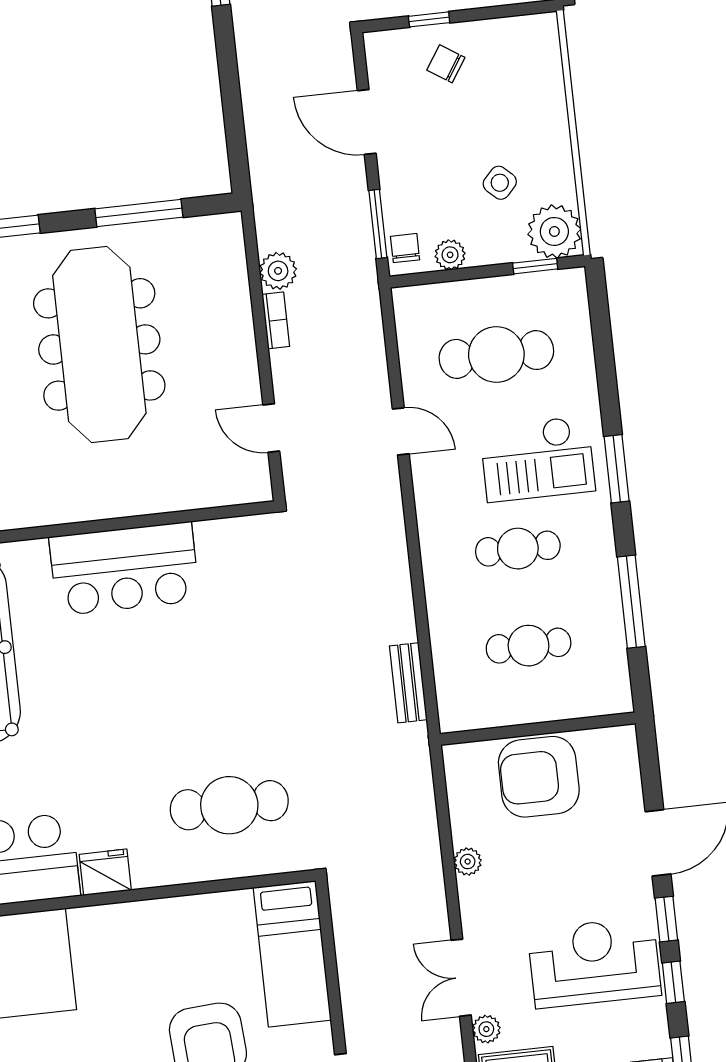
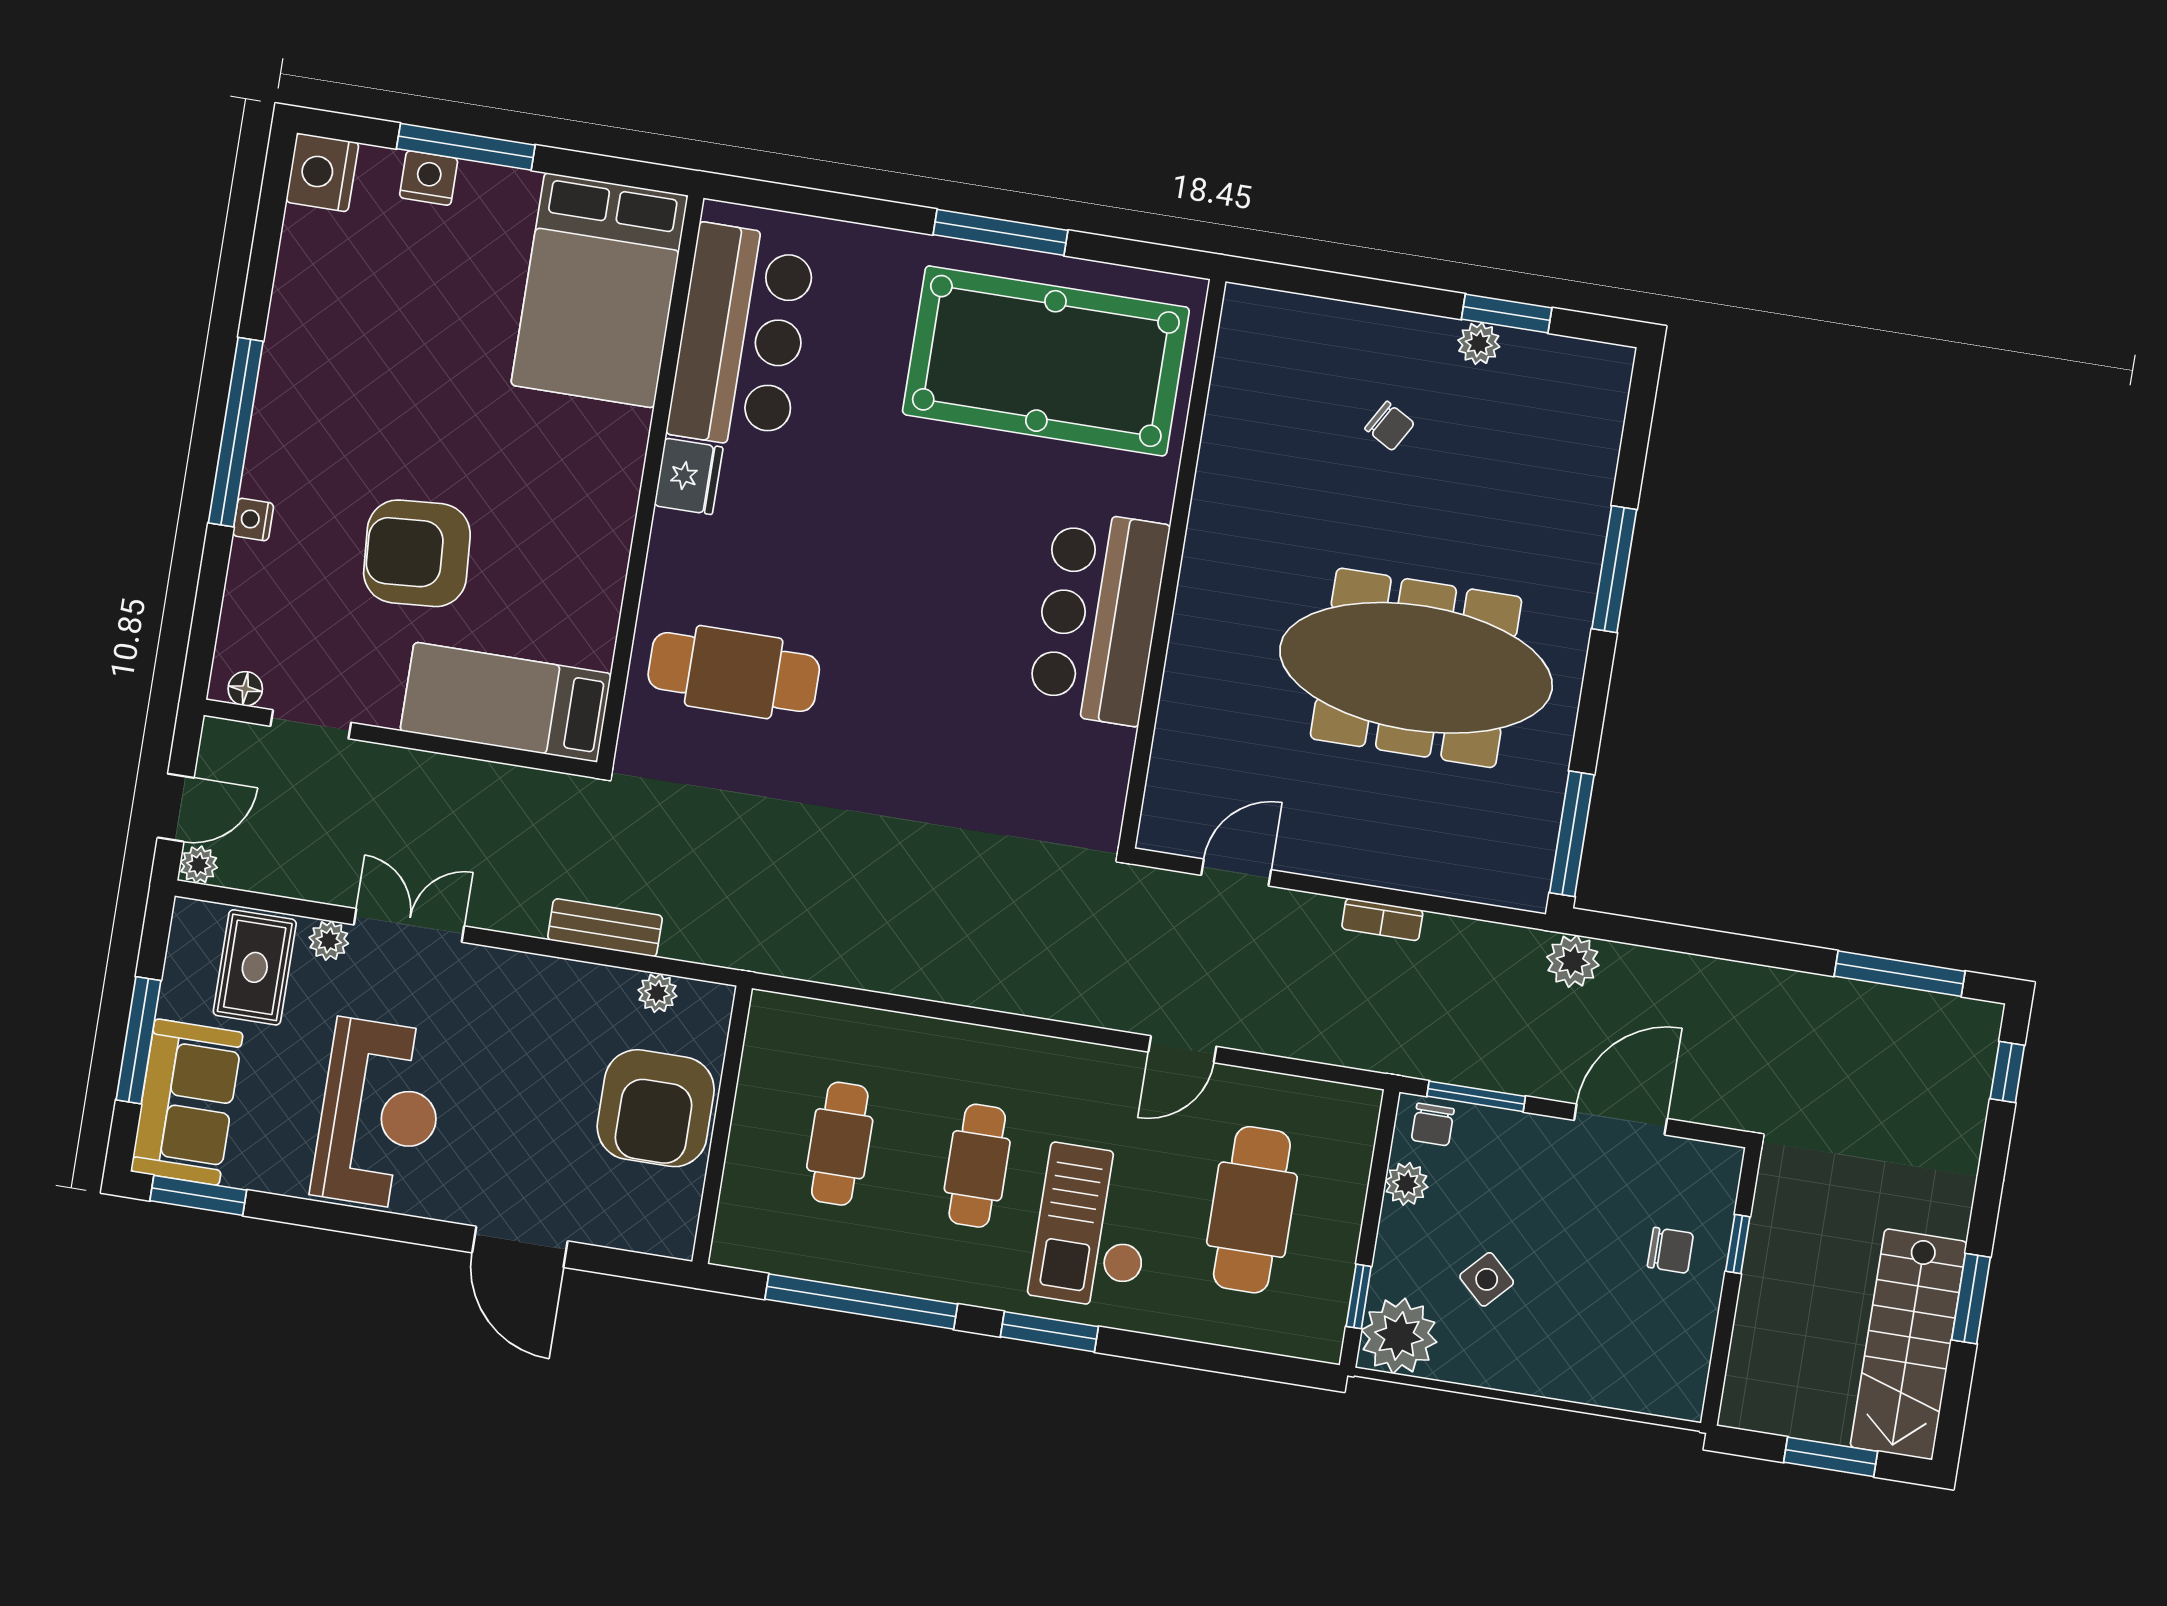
chair: (446, 64) -> (1670, 1250), turned 57
window: (139, 213) -> (1572, 834), moved
chair: (405, 248) -> (1433, 1125), turned 90
plant: (278, 271) -> (1573, 961), moved
window: (631, 602) -> (861, 1302), width x1.46
bench: (408, 683) -> (605, 928), moved
armchair: (539, 777) -> (656, 1108), turned 180
cafe table: (229, 805) -> (734, 672), turned 90
plant: (468, 862) -> (657, 993), moved
window: (666, 919) -> (412, 1230), removed
window: (673, 982) -> (322, 1215), removed

